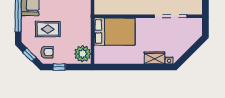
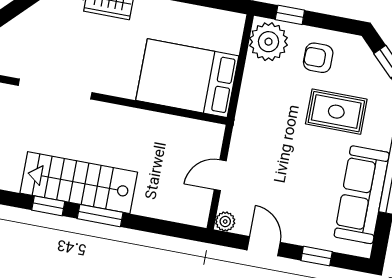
armchair: (47, 52) -> (318, 58), moved
window: (59, 67) -> (290, 15), moved

